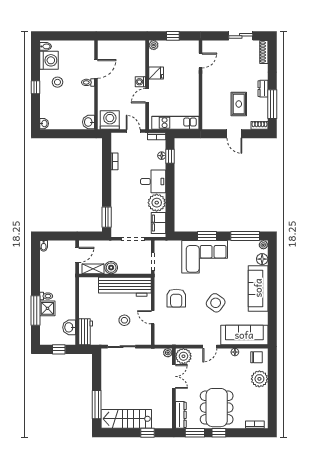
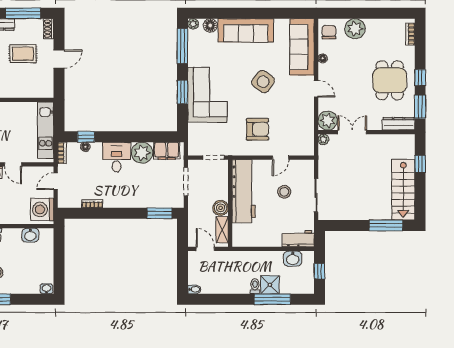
washbasin: (89, 122) -> (30, 235), moved
dining table: (217, 408) -> (390, 80), width x0.73

